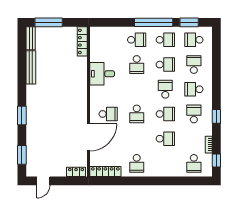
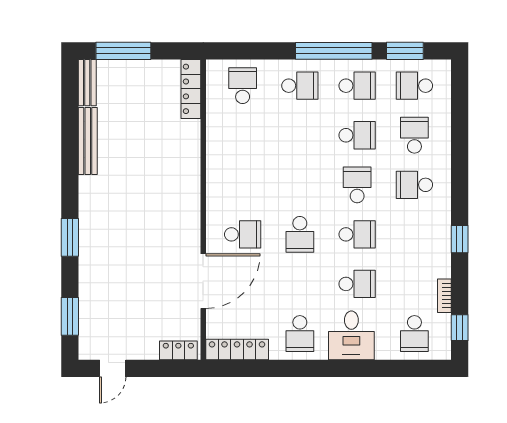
school desk: (137, 65) -> (243, 86), moved, turned 180
desk: (102, 74) -> (351, 335), moved, turned -90
school desk: (194, 114) -> (414, 234), removed

